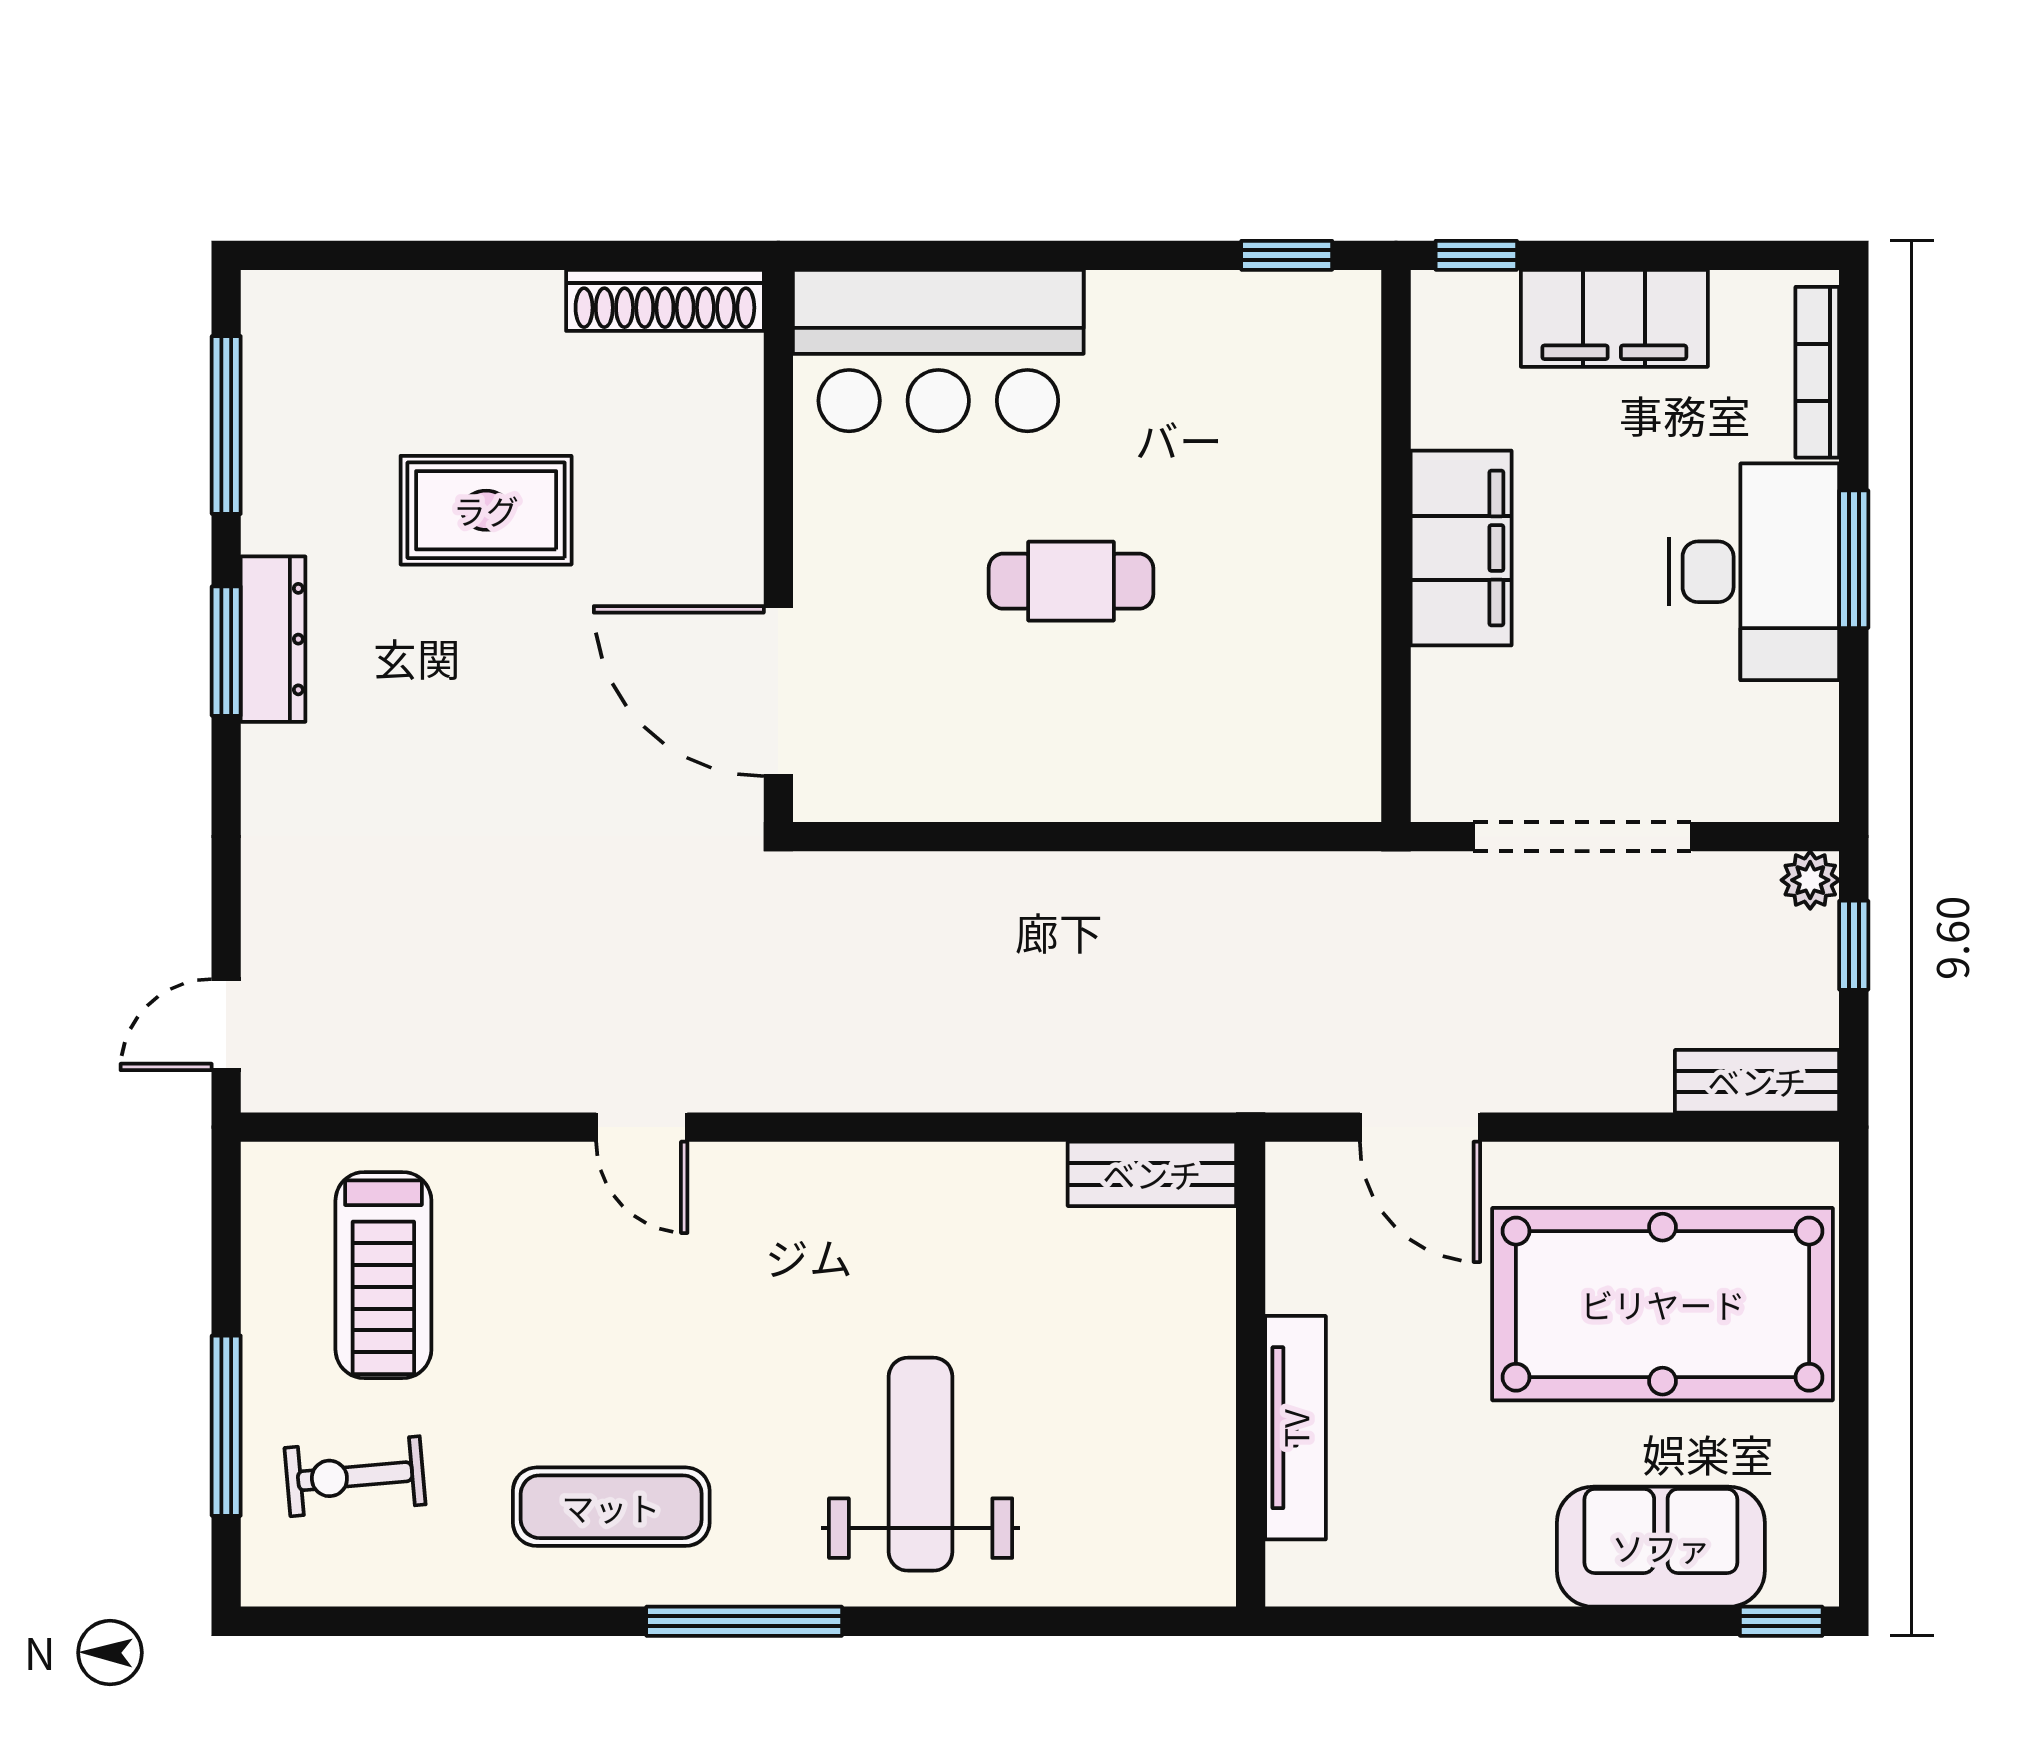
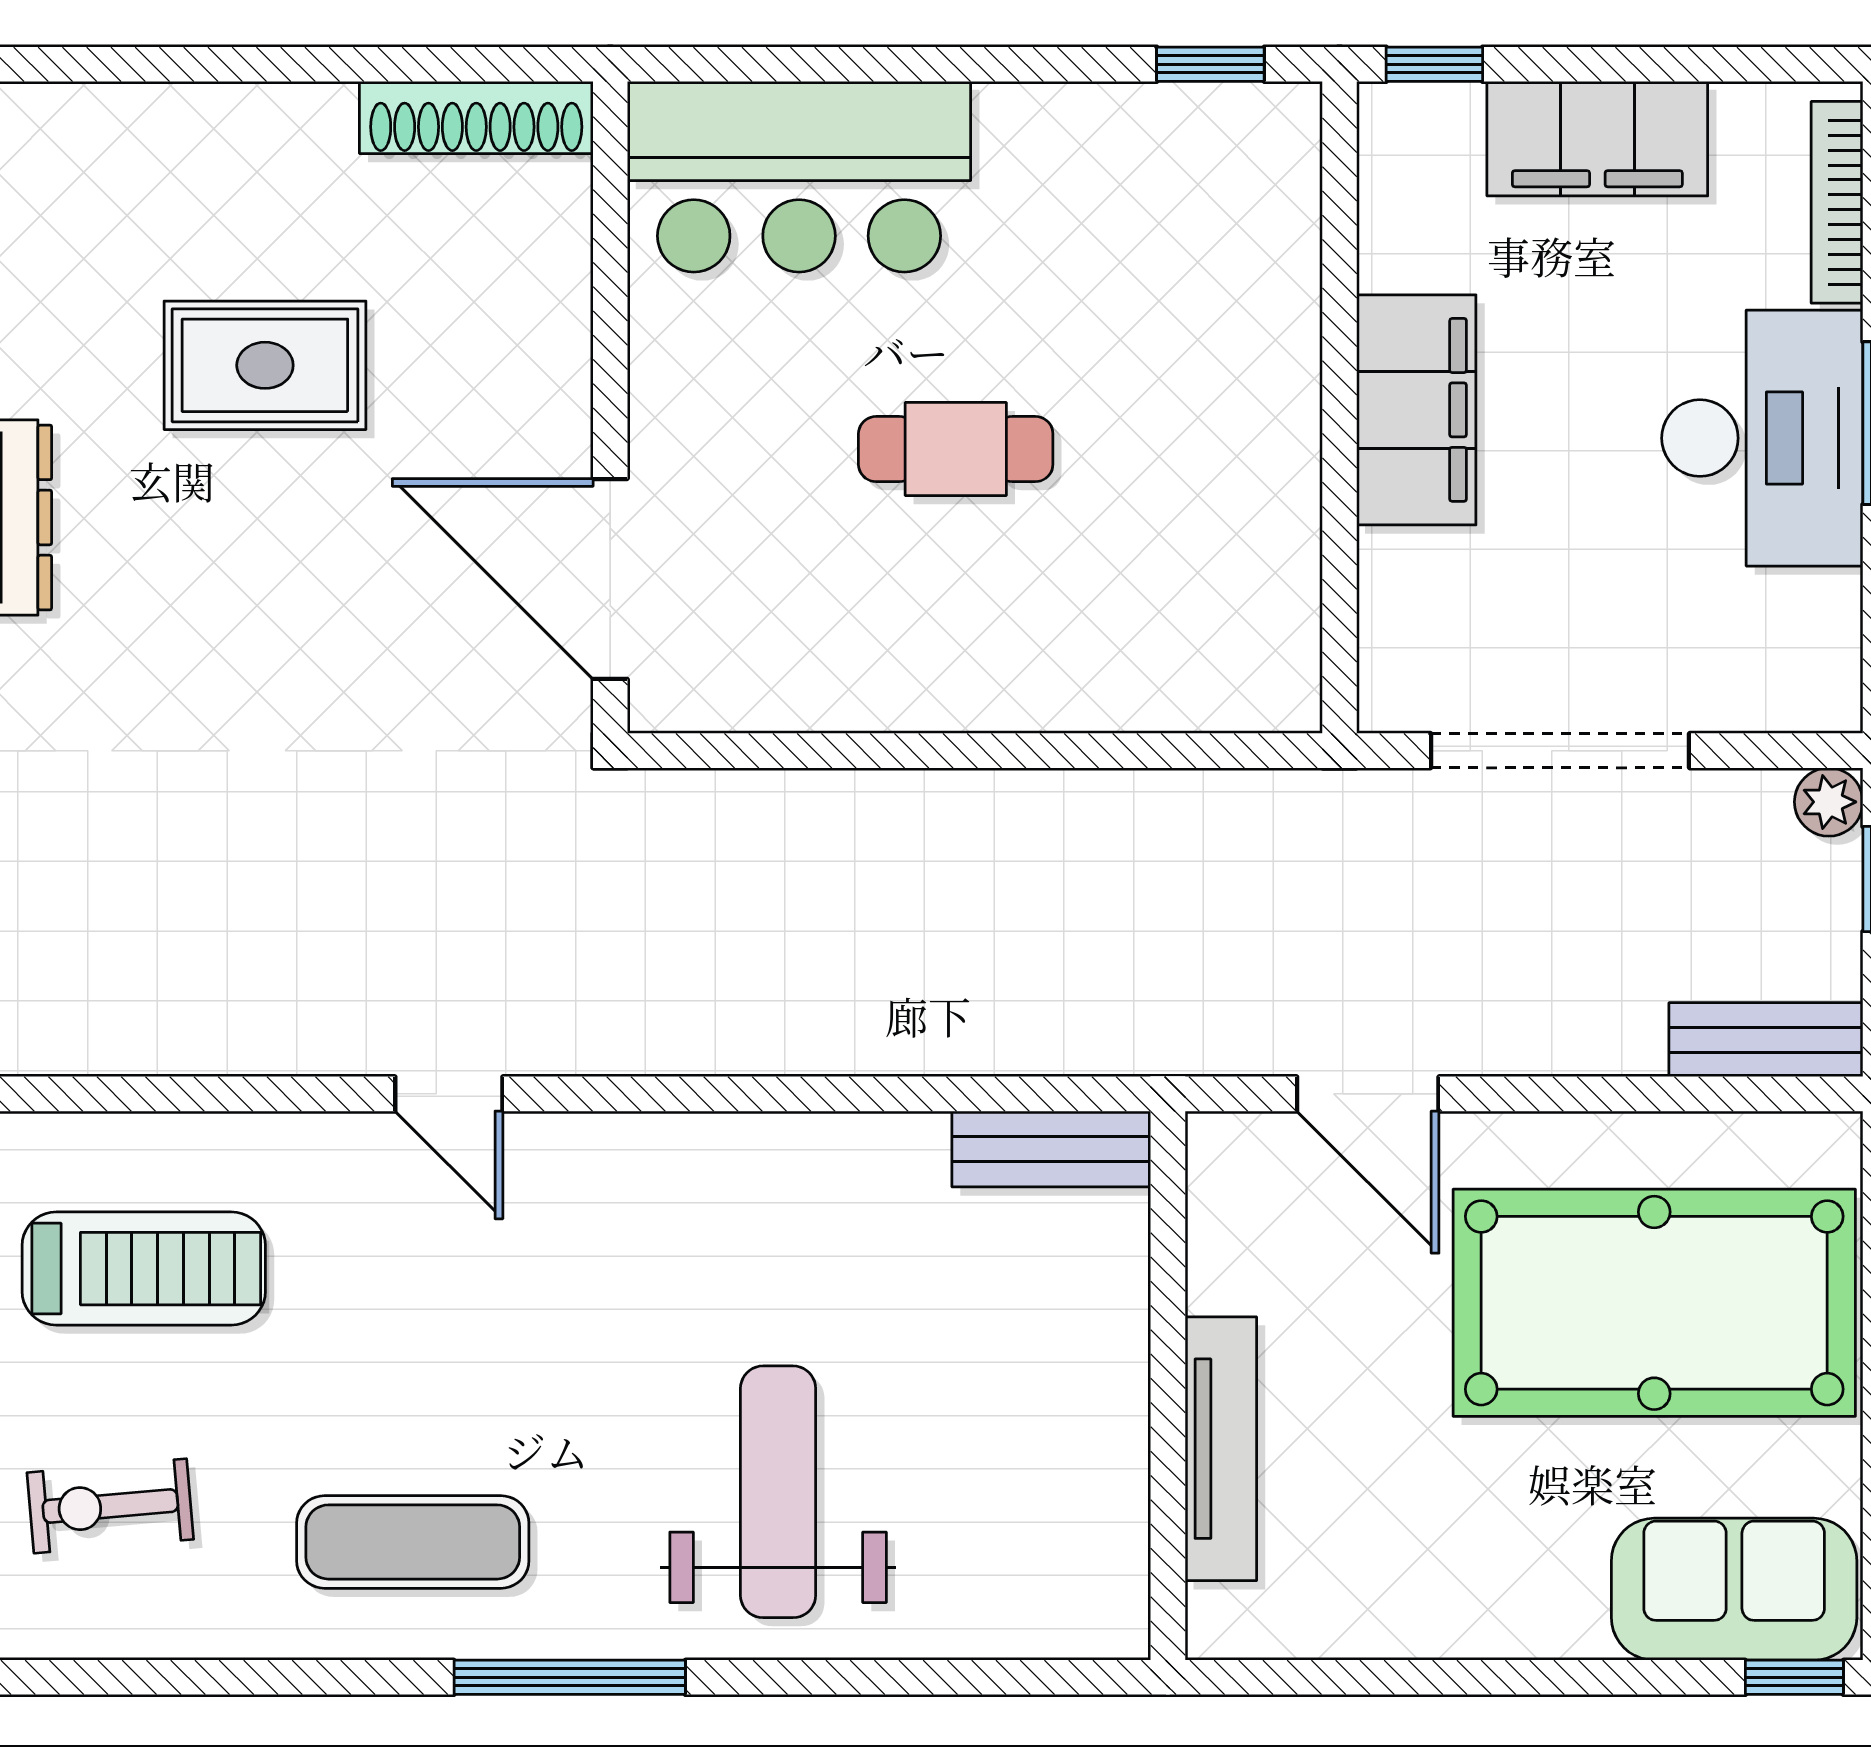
treadmill: (383, 1275) -> (144, 1269), turned -90
sofa: (1661, 1547) -> (1734, 1589), moved

